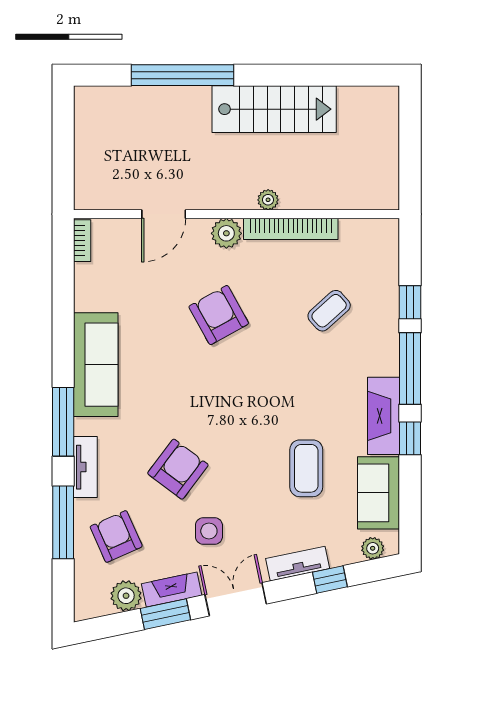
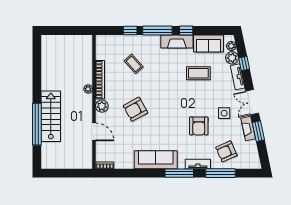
stairs: (274, 109) -> (51, 116), moved
armchair: (178, 469) -> (199, 126), turned -127
plant: (126, 596) -> (232, 58), moved

